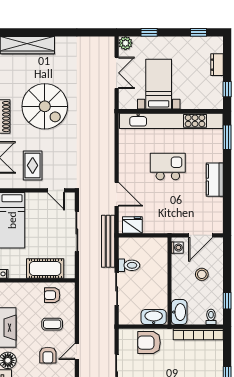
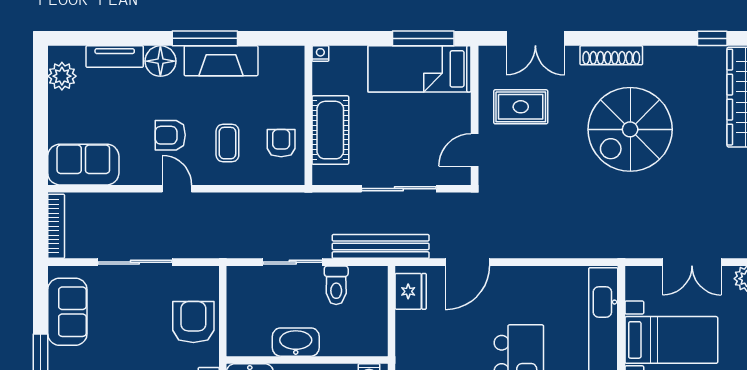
washbasin: (154, 317) -> (296, 342), moved, turned -90

